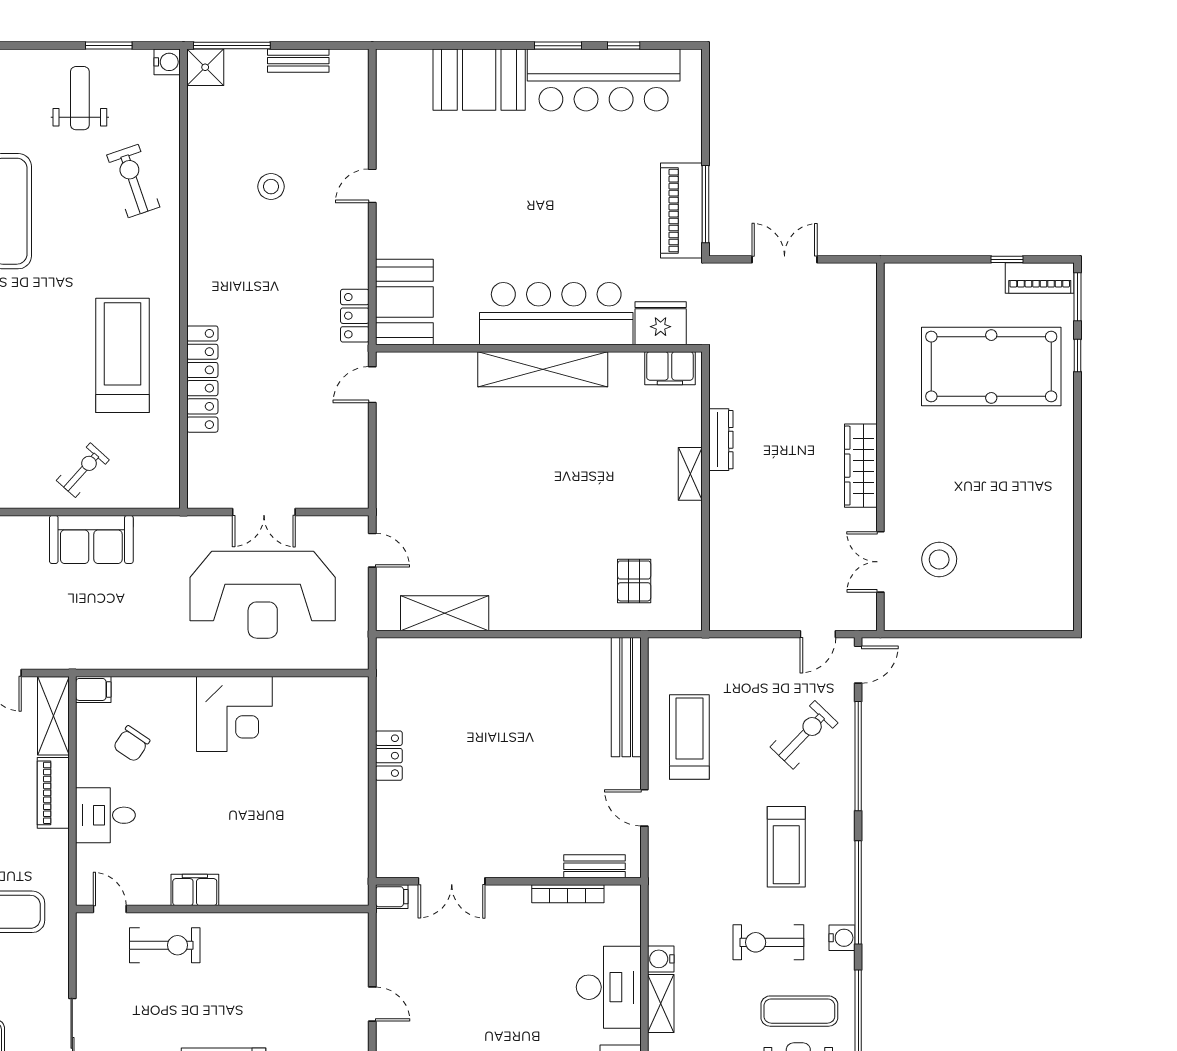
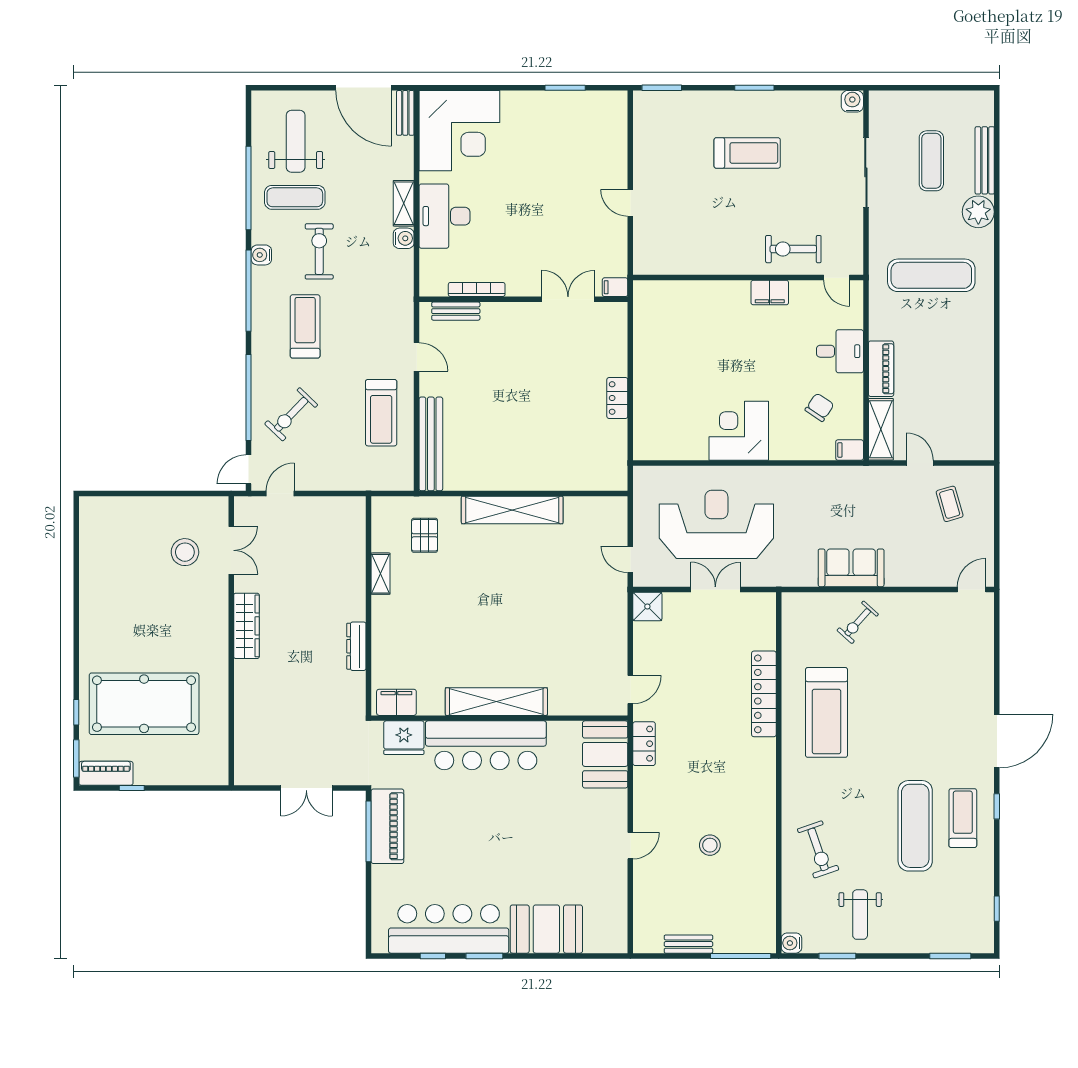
shower: (205, 67) -> (647, 606), moved
shelving: (690, 474) -> (381, 574), moved
shelving: (445, 613) -> (512, 510), moved, width x1.47
exercise bike: (768, 942) -> (319, 251), turned -90

